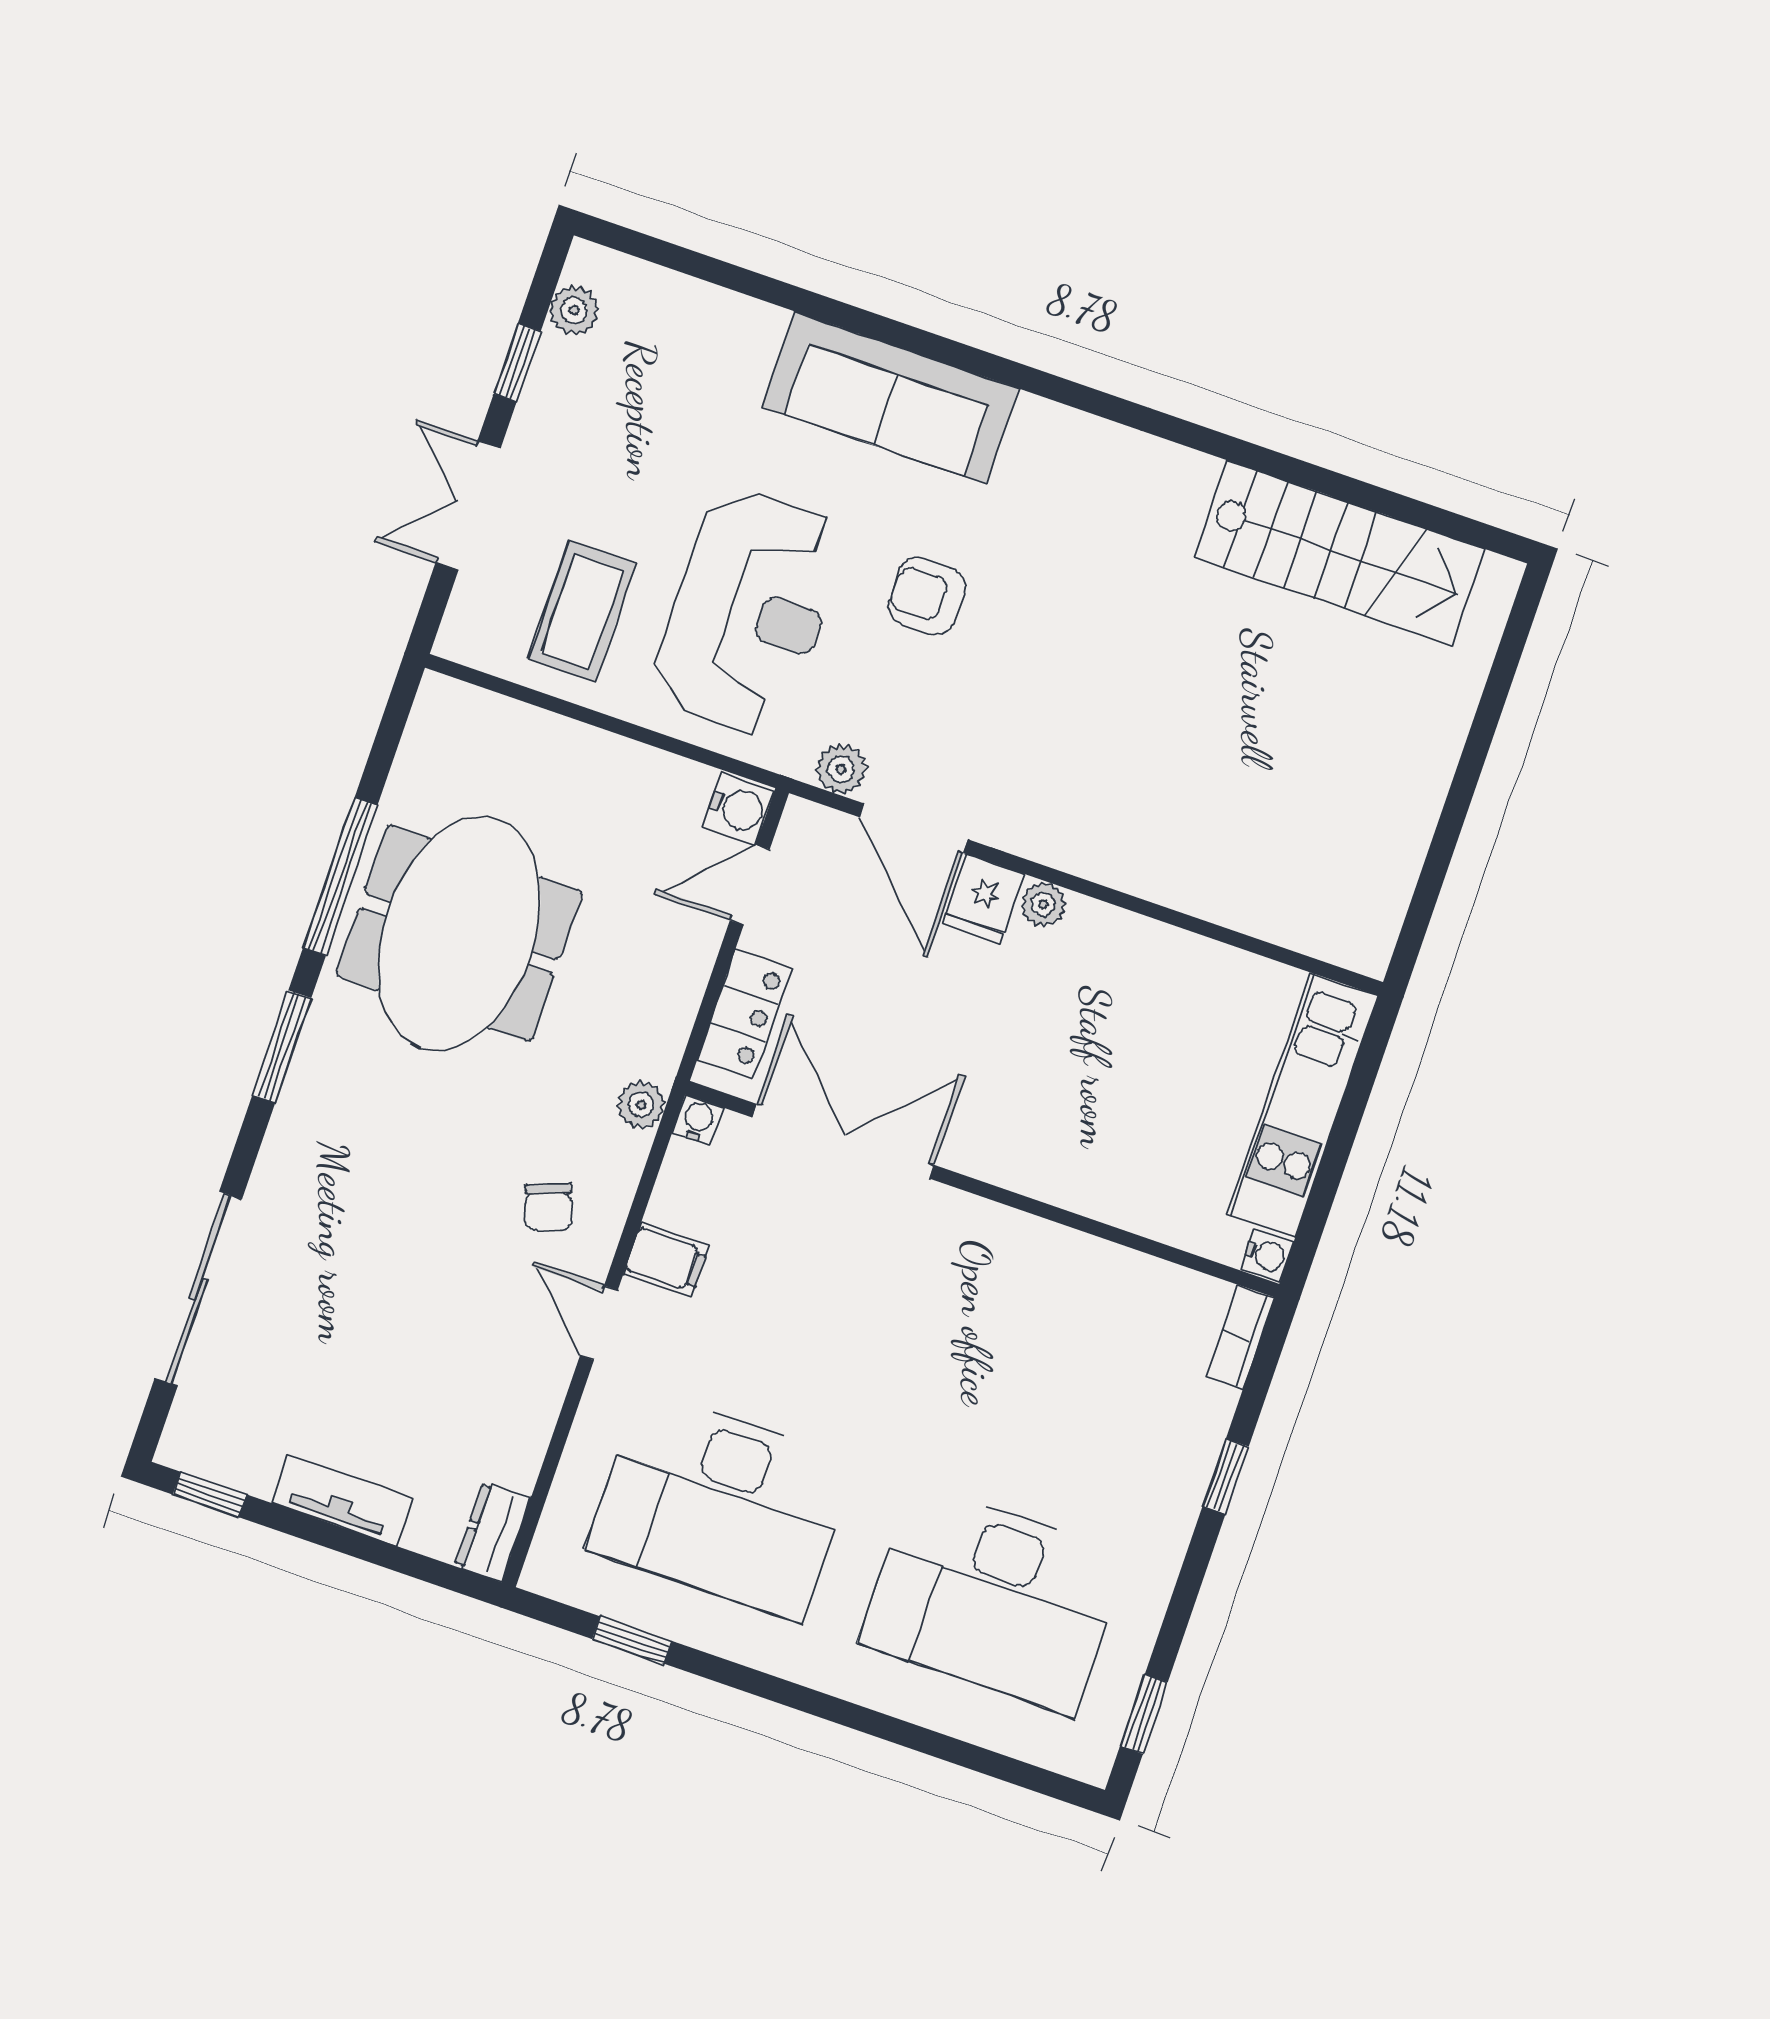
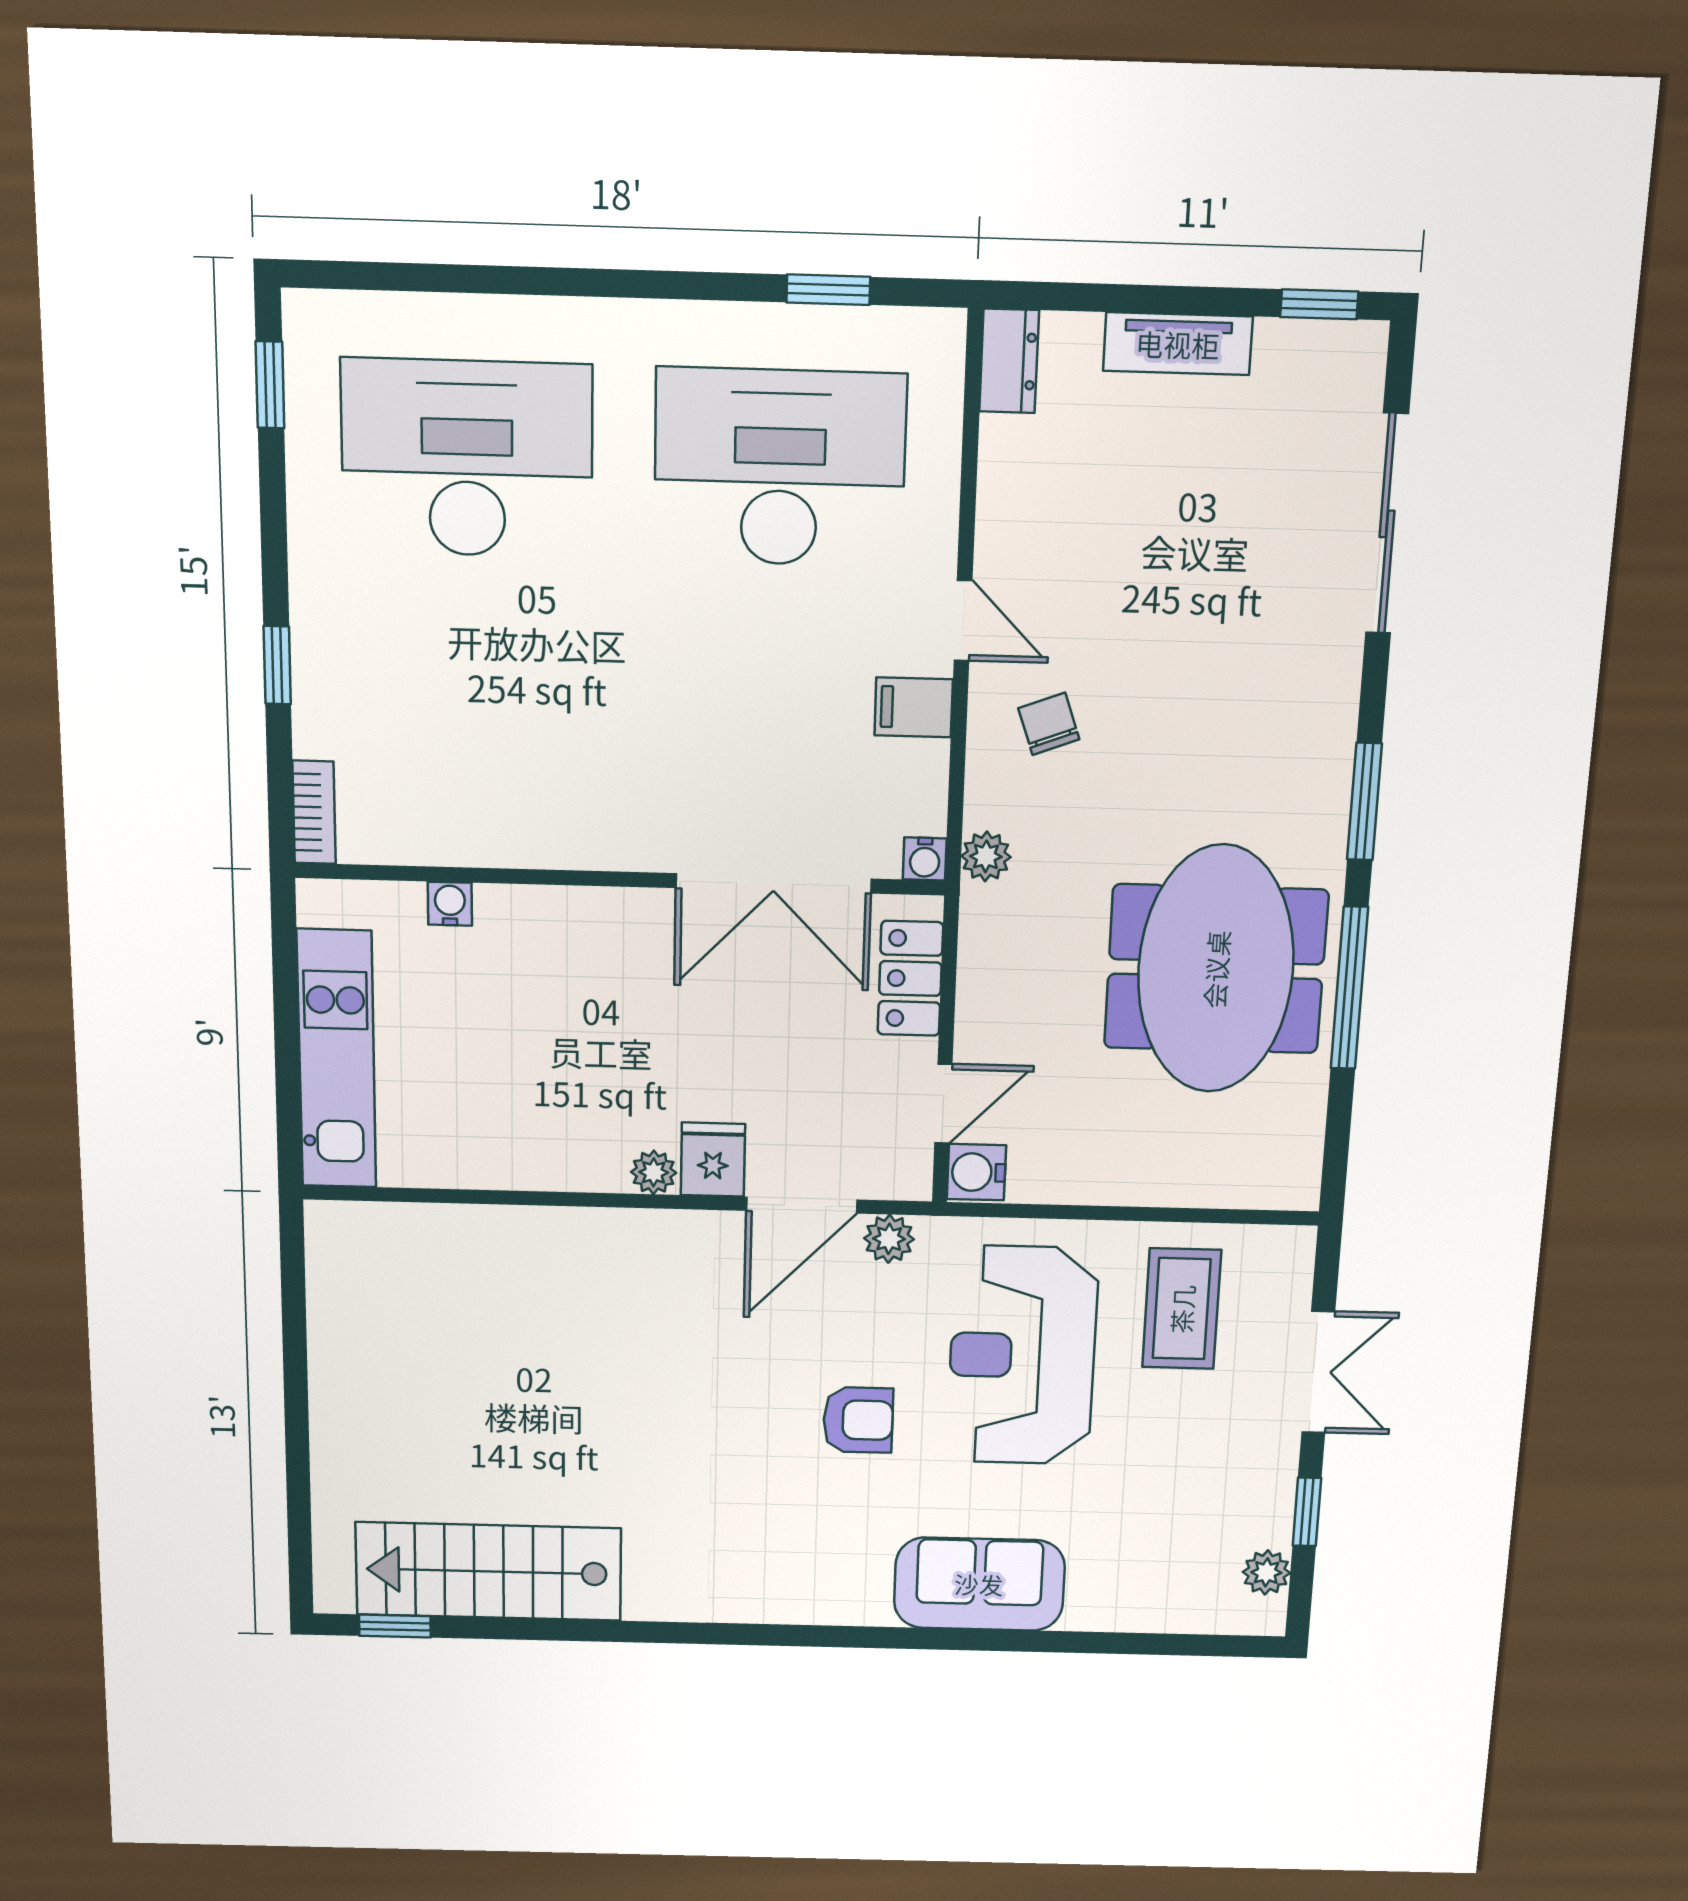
sofa: (890, 397) -> (979, 1584), width x0.73
window: (1452, 525) -> (395, 1626), added
door: (914, 828) -> (802, 1205), swing flipped
water cooler: (1267, 1255) -> (450, 904), moved, turned 90

